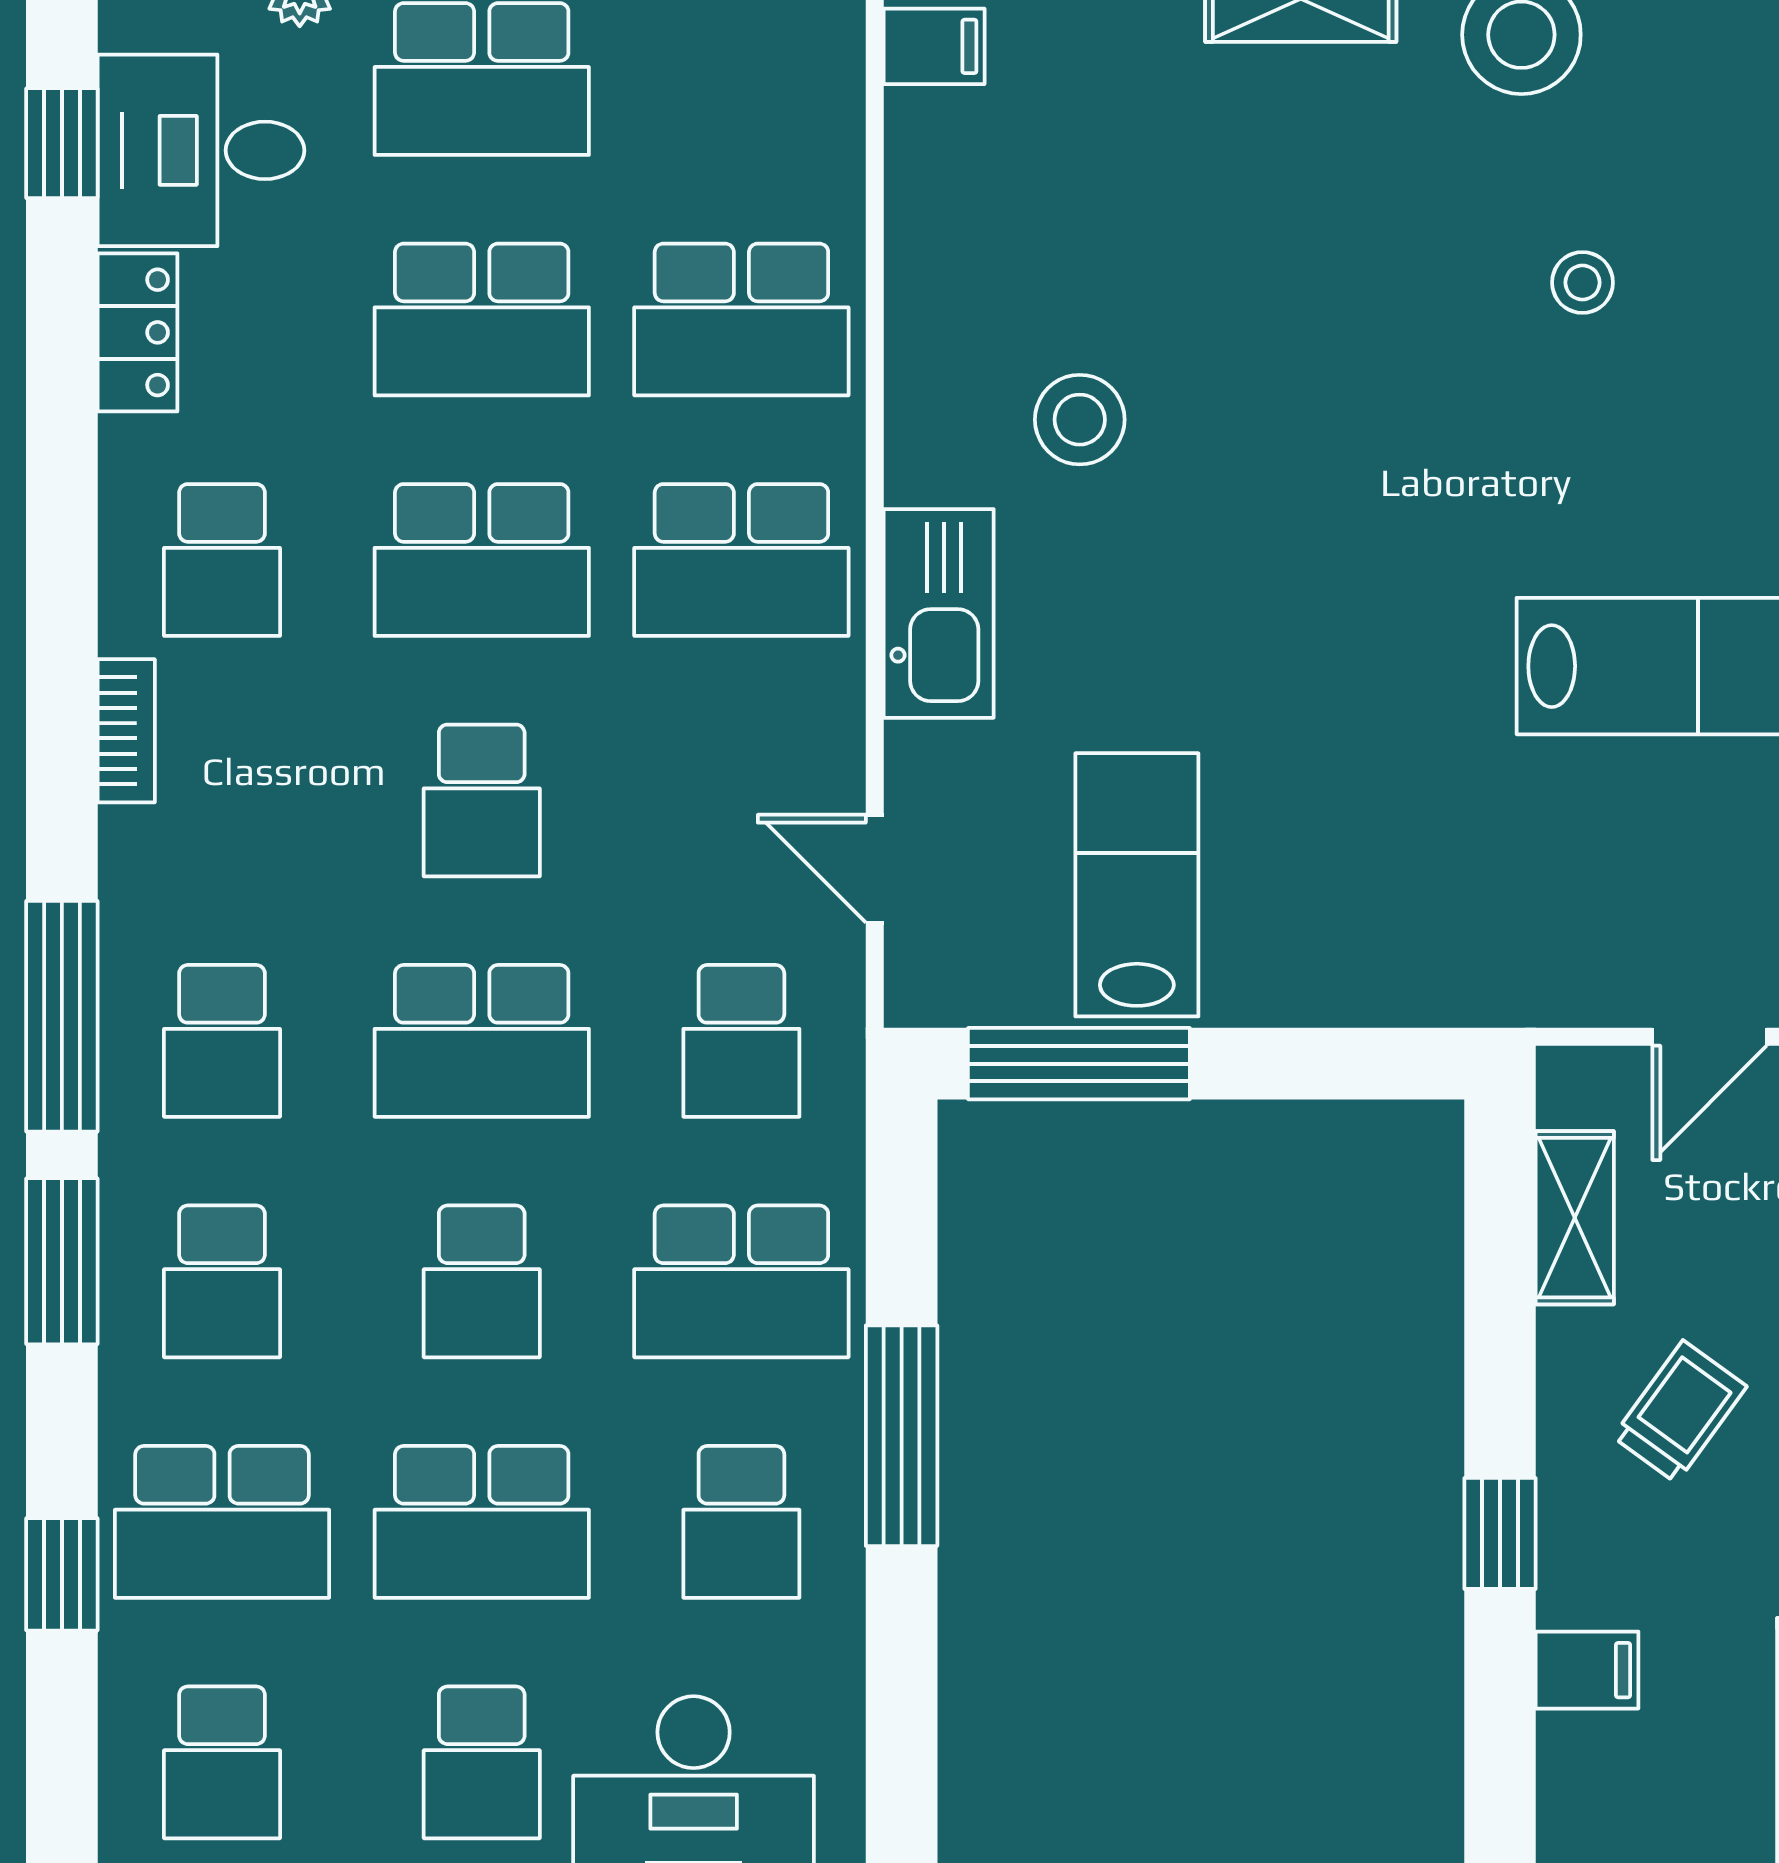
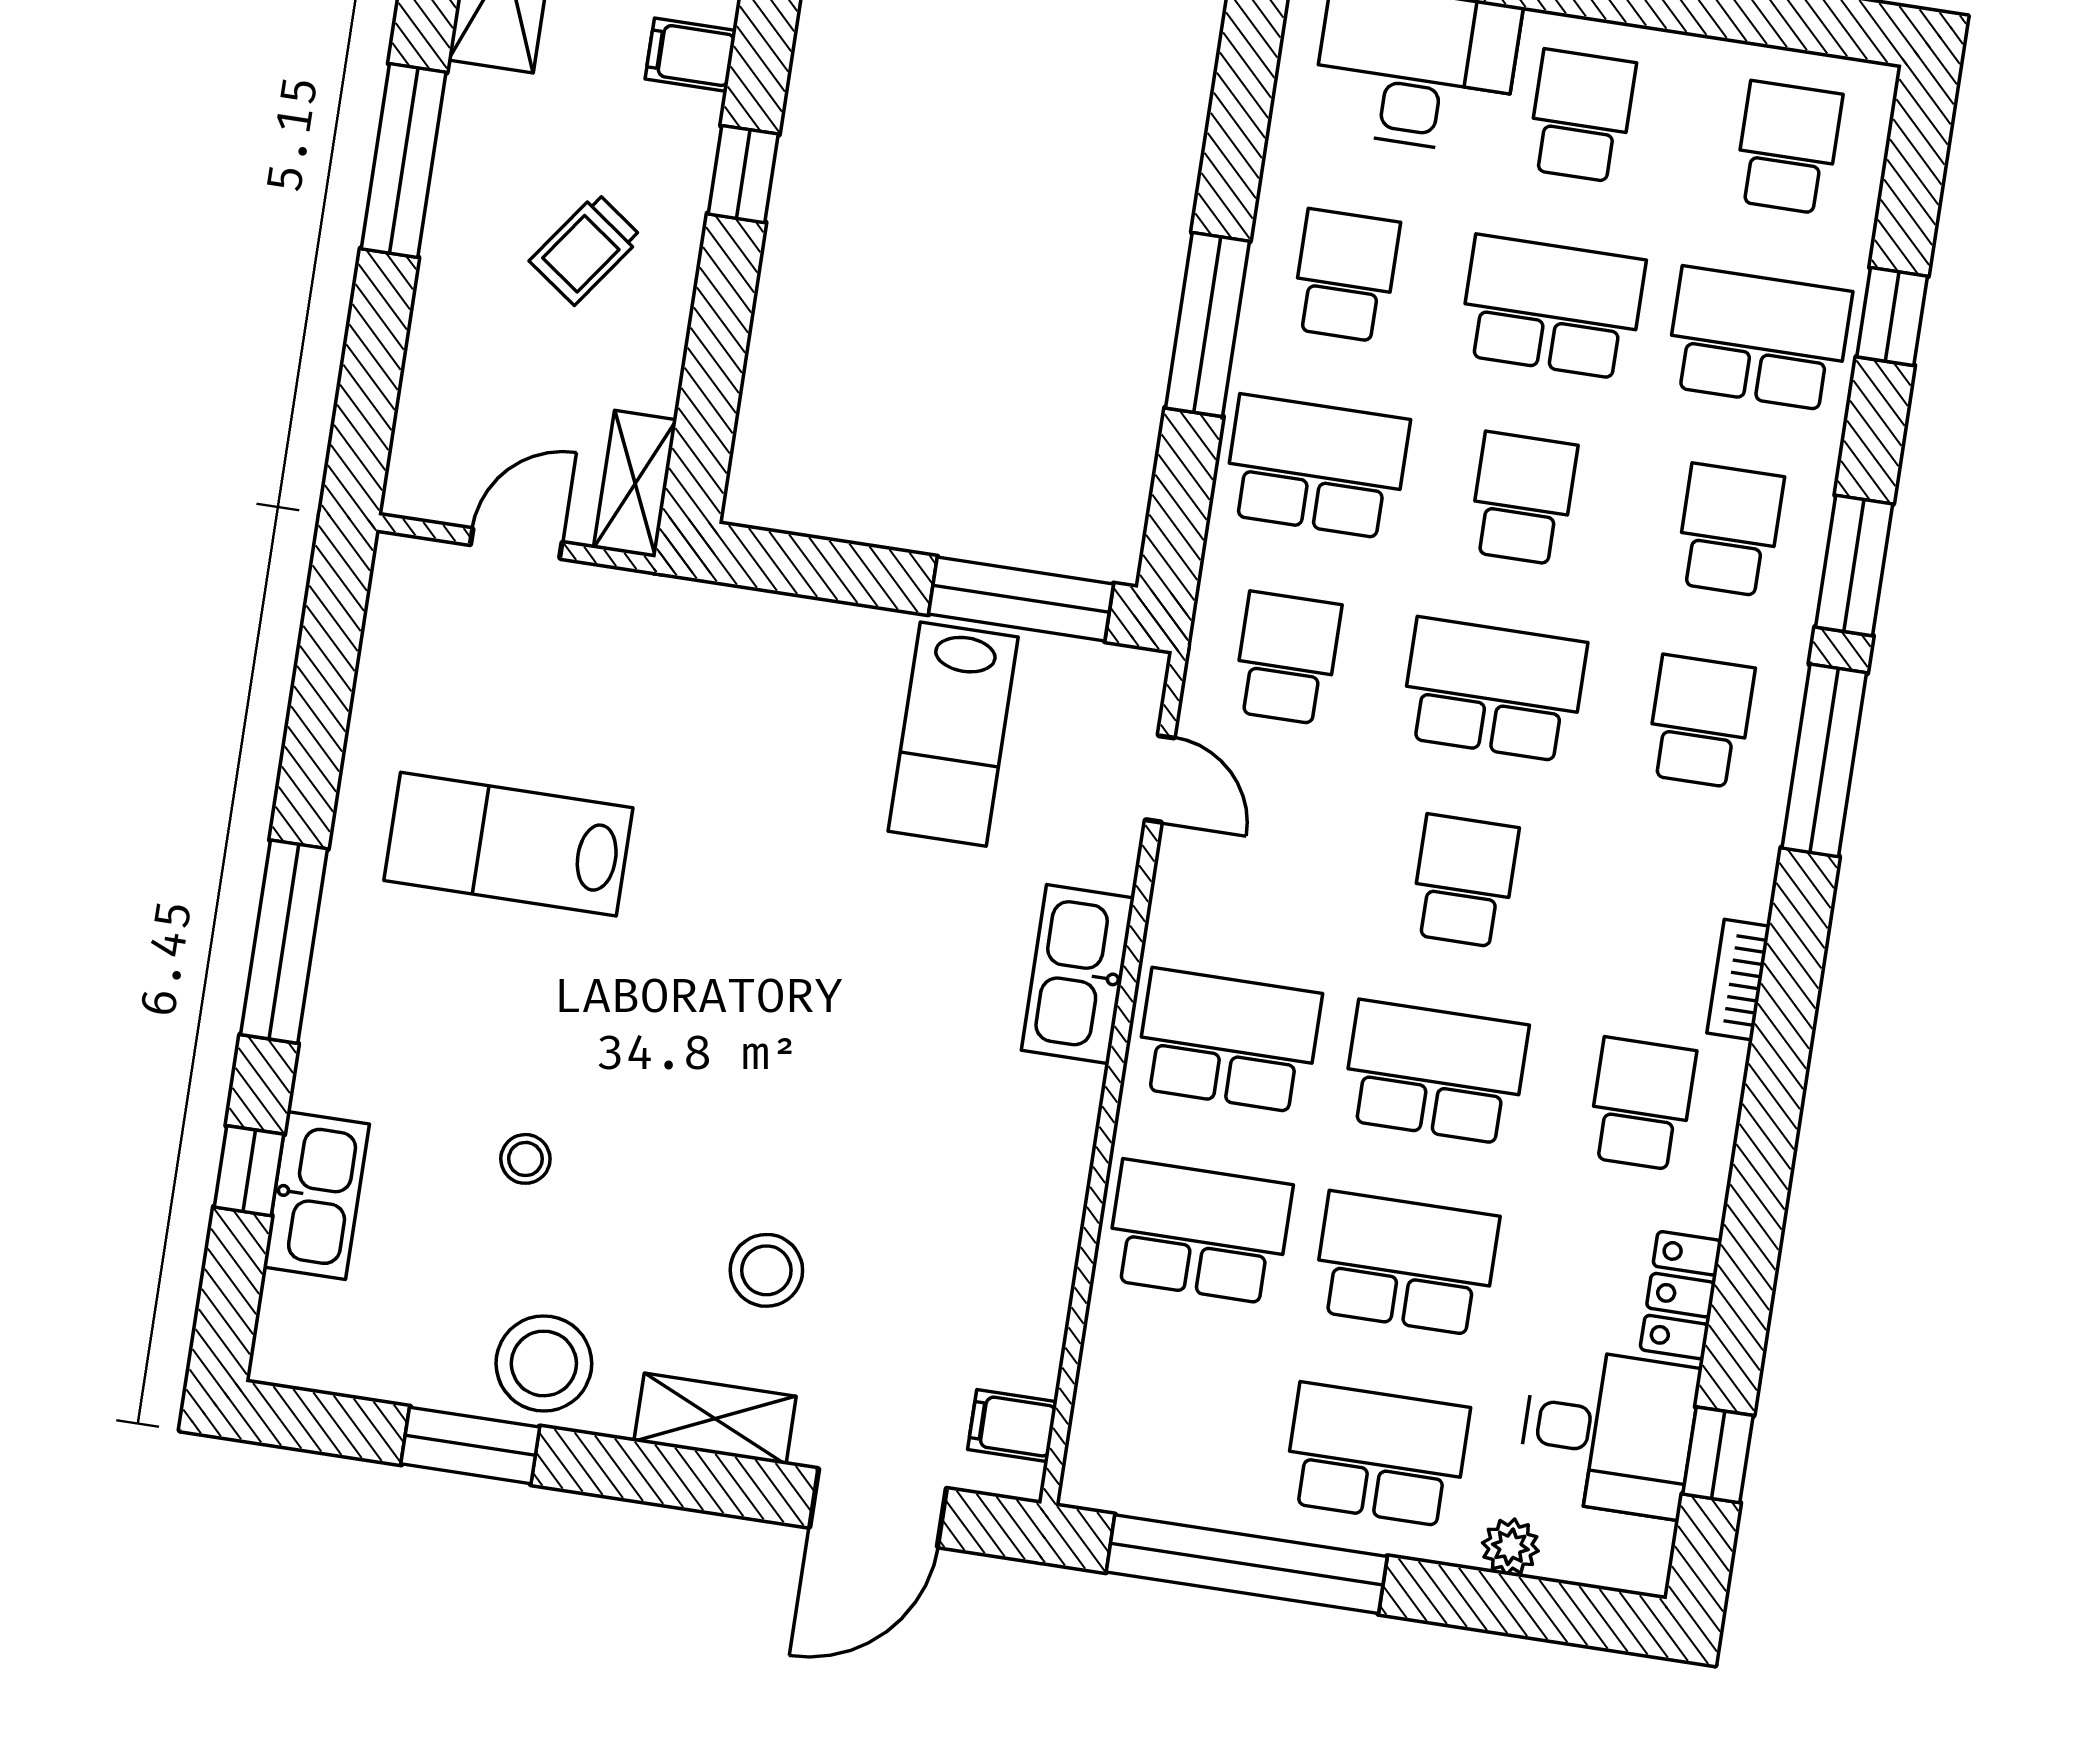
stool: (1080, 420) -> (766, 1270), moved
shelving: (1575, 1218) -> (635, 484), moved

